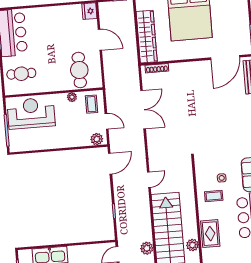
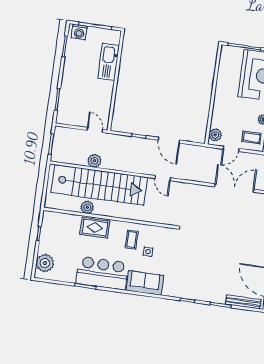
double door: (143, 110) -> (234, 188), swing flipped
door: (110, 164) -> (169, 140), moved

